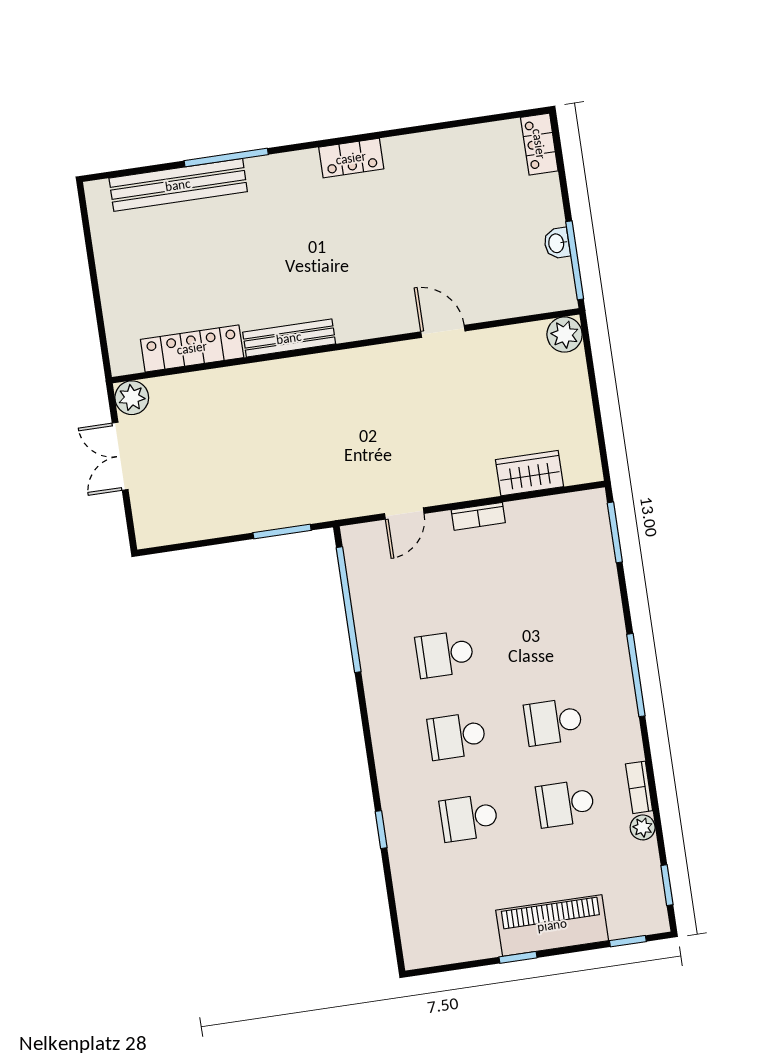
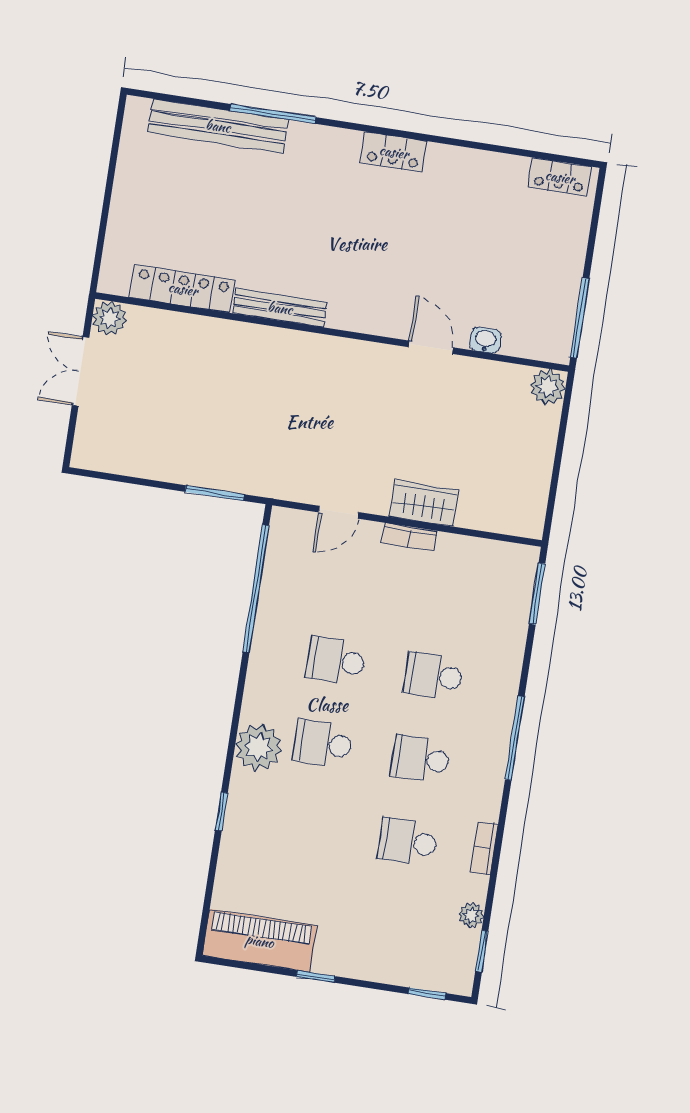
locker: (539, 144) -> (560, 177), moved, turned -90
washbasin: (557, 243) -> (485, 340), moved, turned 90
wardrobe: (529, 473) -> (424, 503), moved
plant: (397, 758) -> (259, 747), added
school desk: (469, 818) -> (433, 676), moved
plant: (643, 827) -> (471, 915), moved
piano: (552, 925) -> (260, 941), moved

